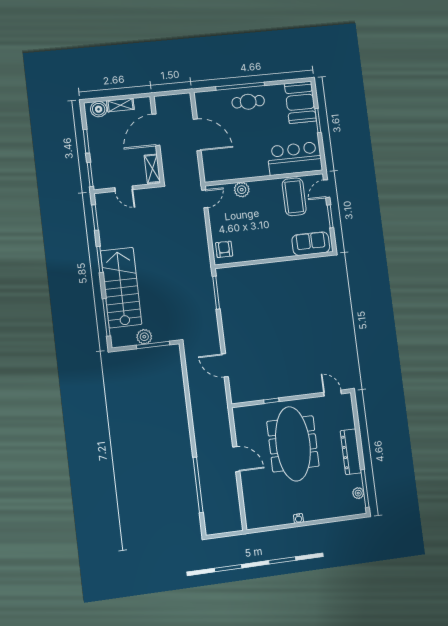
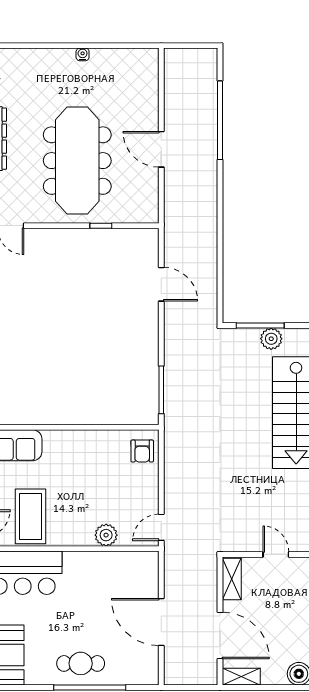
shelving: (120, 105) -> (241, 677), moved
door: (156, 130) -> (220, 635), hinge flipped

